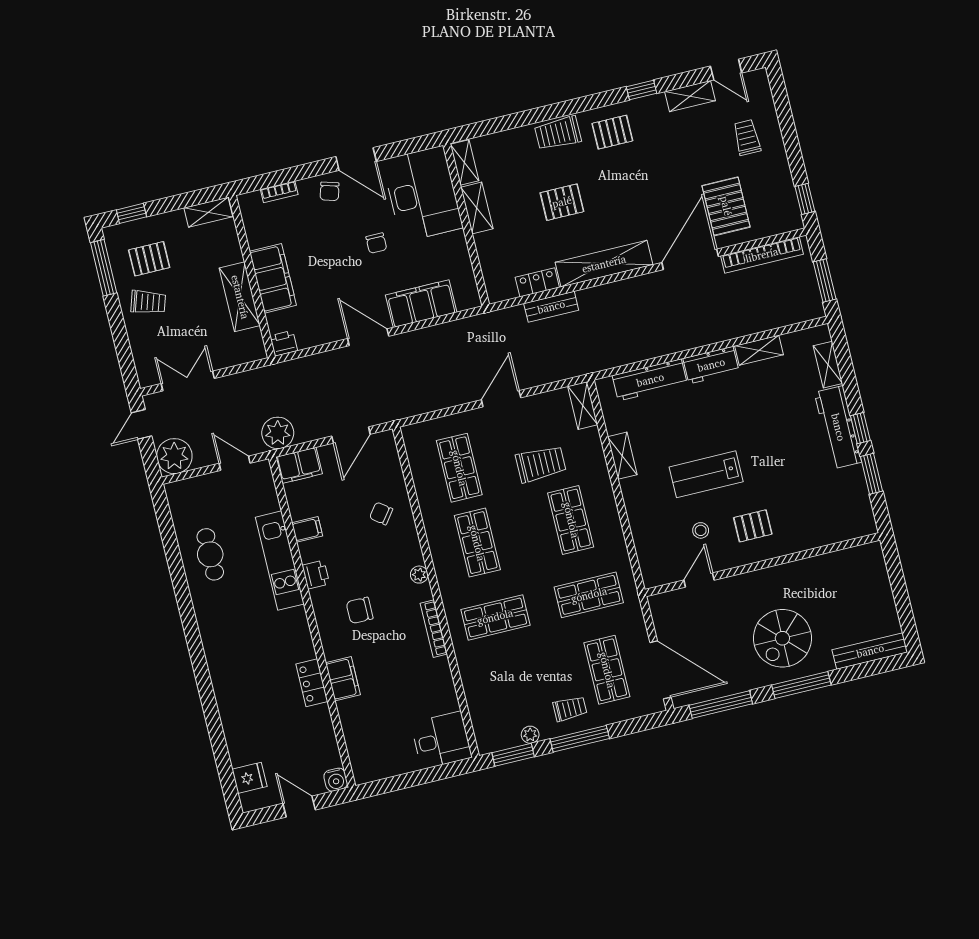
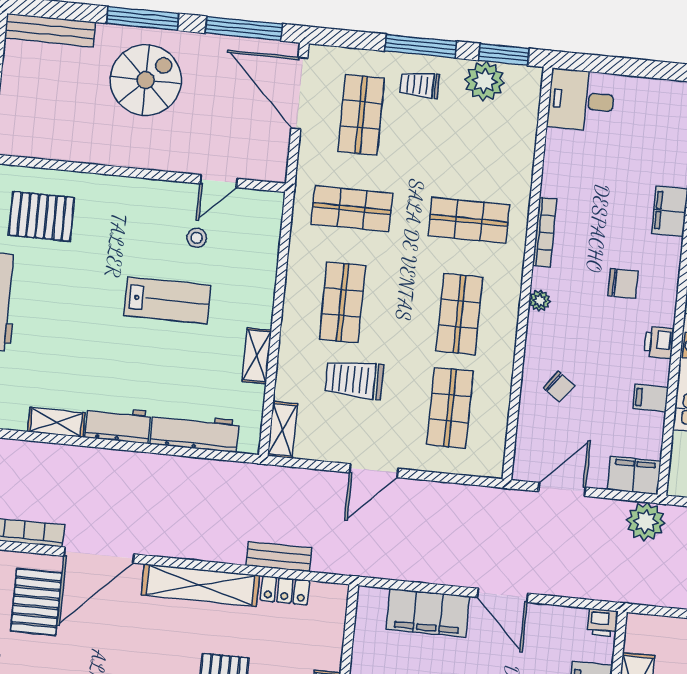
pallet: (753, 526) -> (42, 216), moved, width x1.50, depth x1.42
plant: (530, 735) -> (485, 81), width x1.88, depth x1.88

